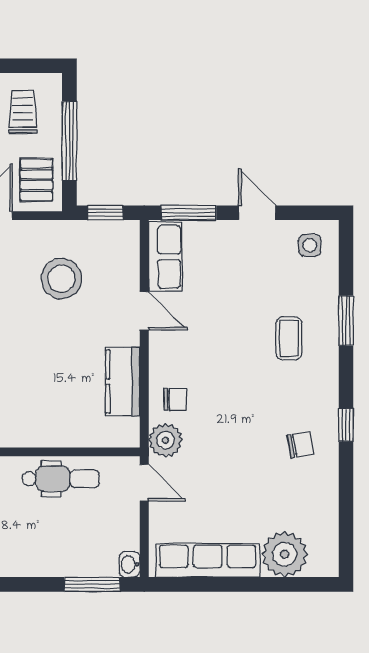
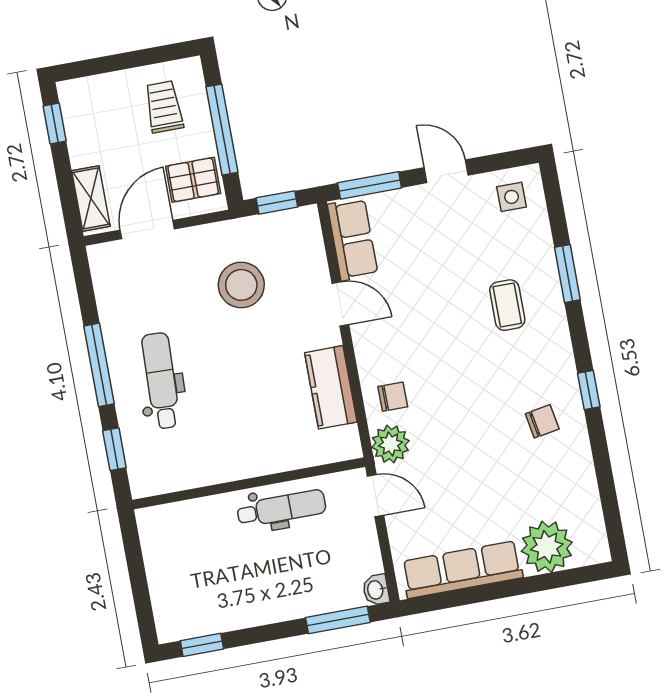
pallet: (36, 180) -> (193, 180), turned 90

